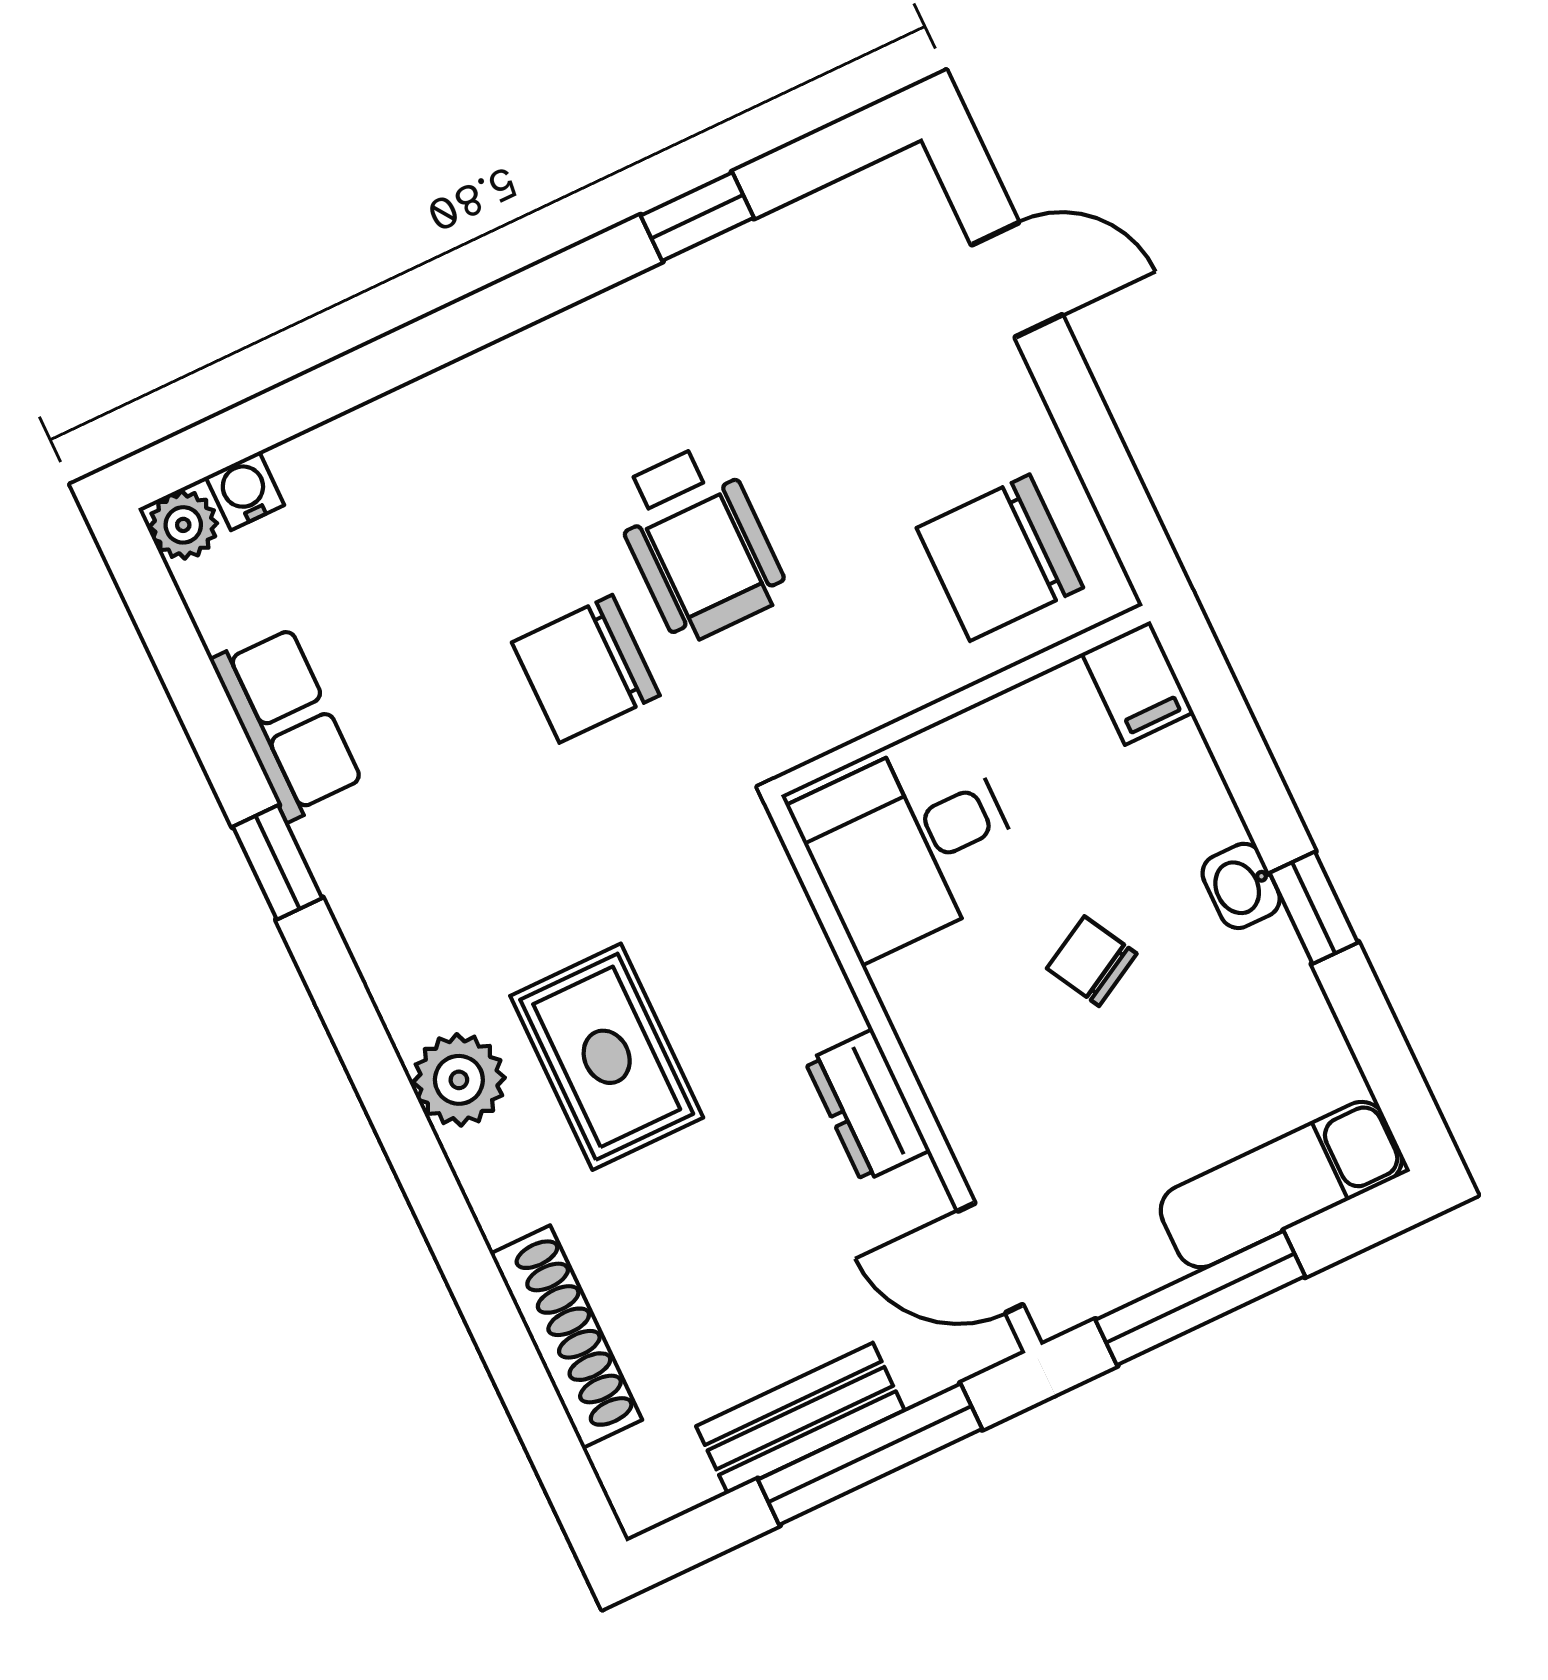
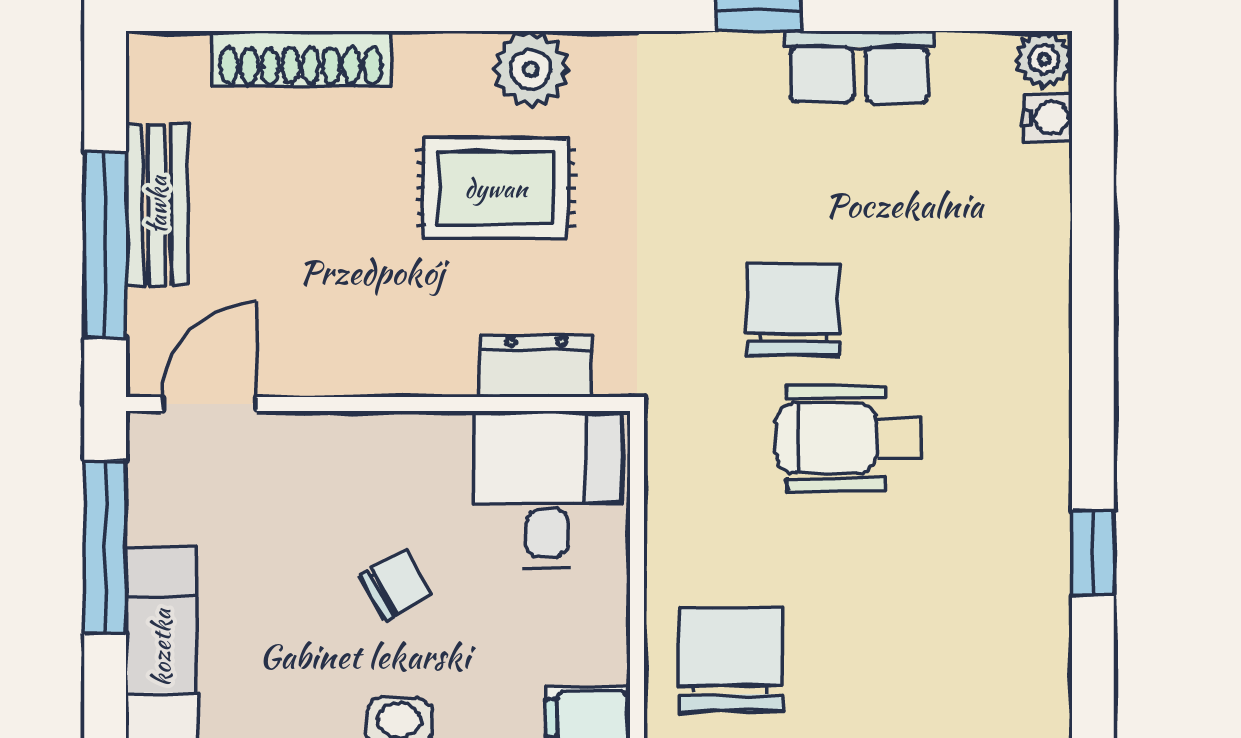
dresser: (867, 1106) -> (536, 366), moved

